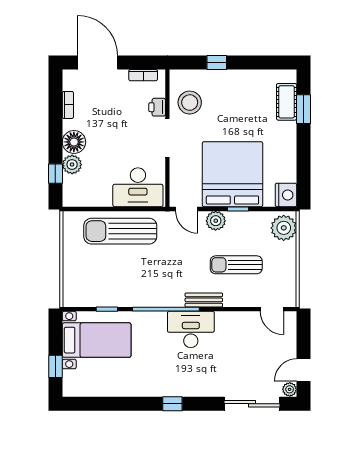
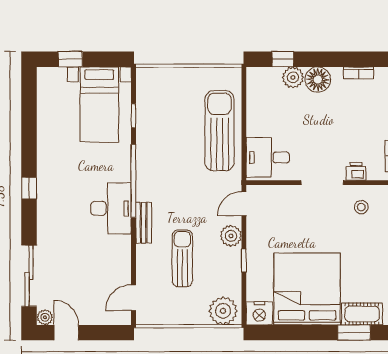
stool: (190, 103) -> (361, 207), width x0.53, depth x0.53
bed: (232, 174) -> (307, 289), moved, turned -90
desk: (138, 187) -> (268, 158), width x0.73

